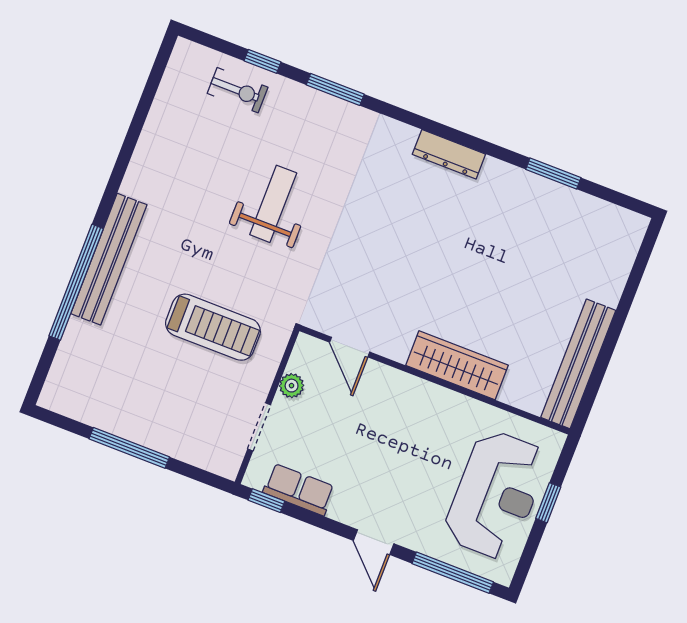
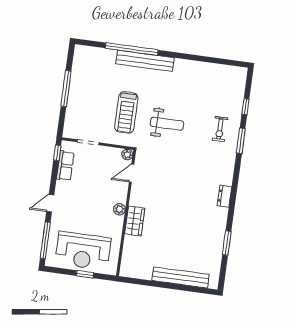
exercise bike: (238, 90) -> (220, 129), moved
dresser: (449, 154) -> (224, 196), width x0.70
weight bench: (273, 204) -> (167, 124), moved
bench: (578, 364) -> (181, 278), moved
wardrobe: (457, 365) -> (135, 221), width x0.67
plant: (292, 386) -> (127, 155), moved
plant: (423, 393) -> (119, 209), added

